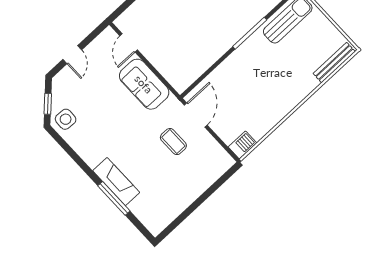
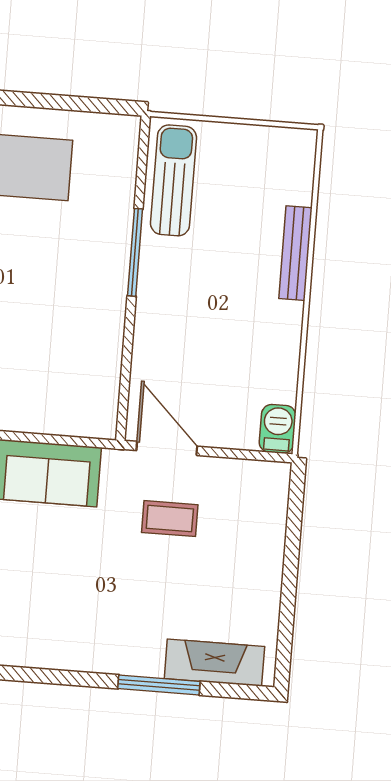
bench: (334, 63) -> (295, 253), moved
fireplace: (116, 182) -> (214, 663), moved

